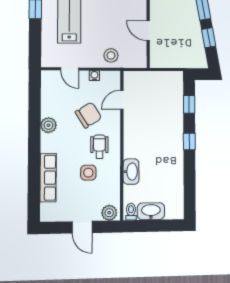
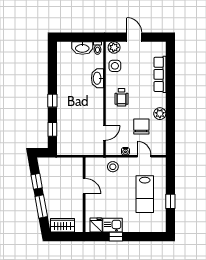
chair: (88, 115) -> (141, 126), moved, turned 122
side table: (88, 173) -> (115, 66), moved

